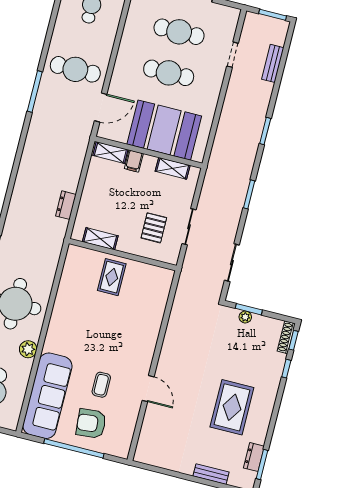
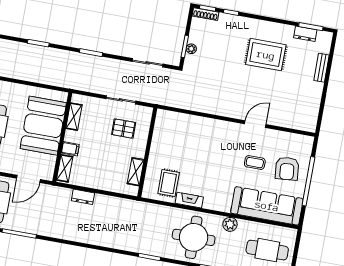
door: (101, 107) -> (28, 179), swing flipped
dresser: (66, 205) -> (83, 197), moved
rug: (112, 277) -> (169, 183), moved, turned 90
fireplace: (61, 302) -> (189, 200), added

